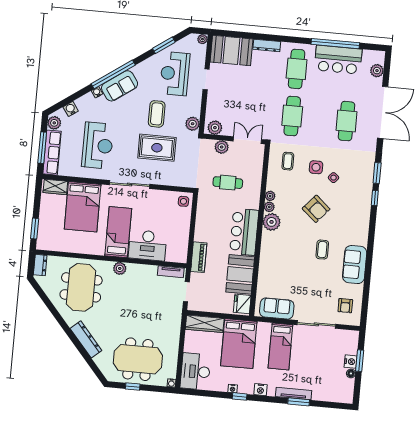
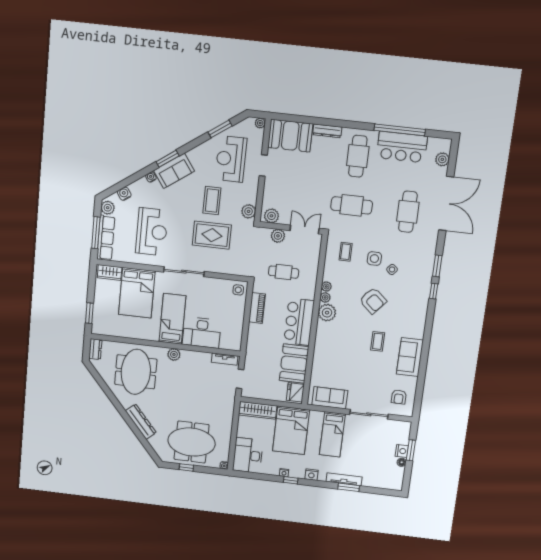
window: (113, 74) -> (168, 159), width x0.47
cafe table: (292, 116) -> (352, 205), turned 90
piano: (199, 257) -> (257, 308), moved

